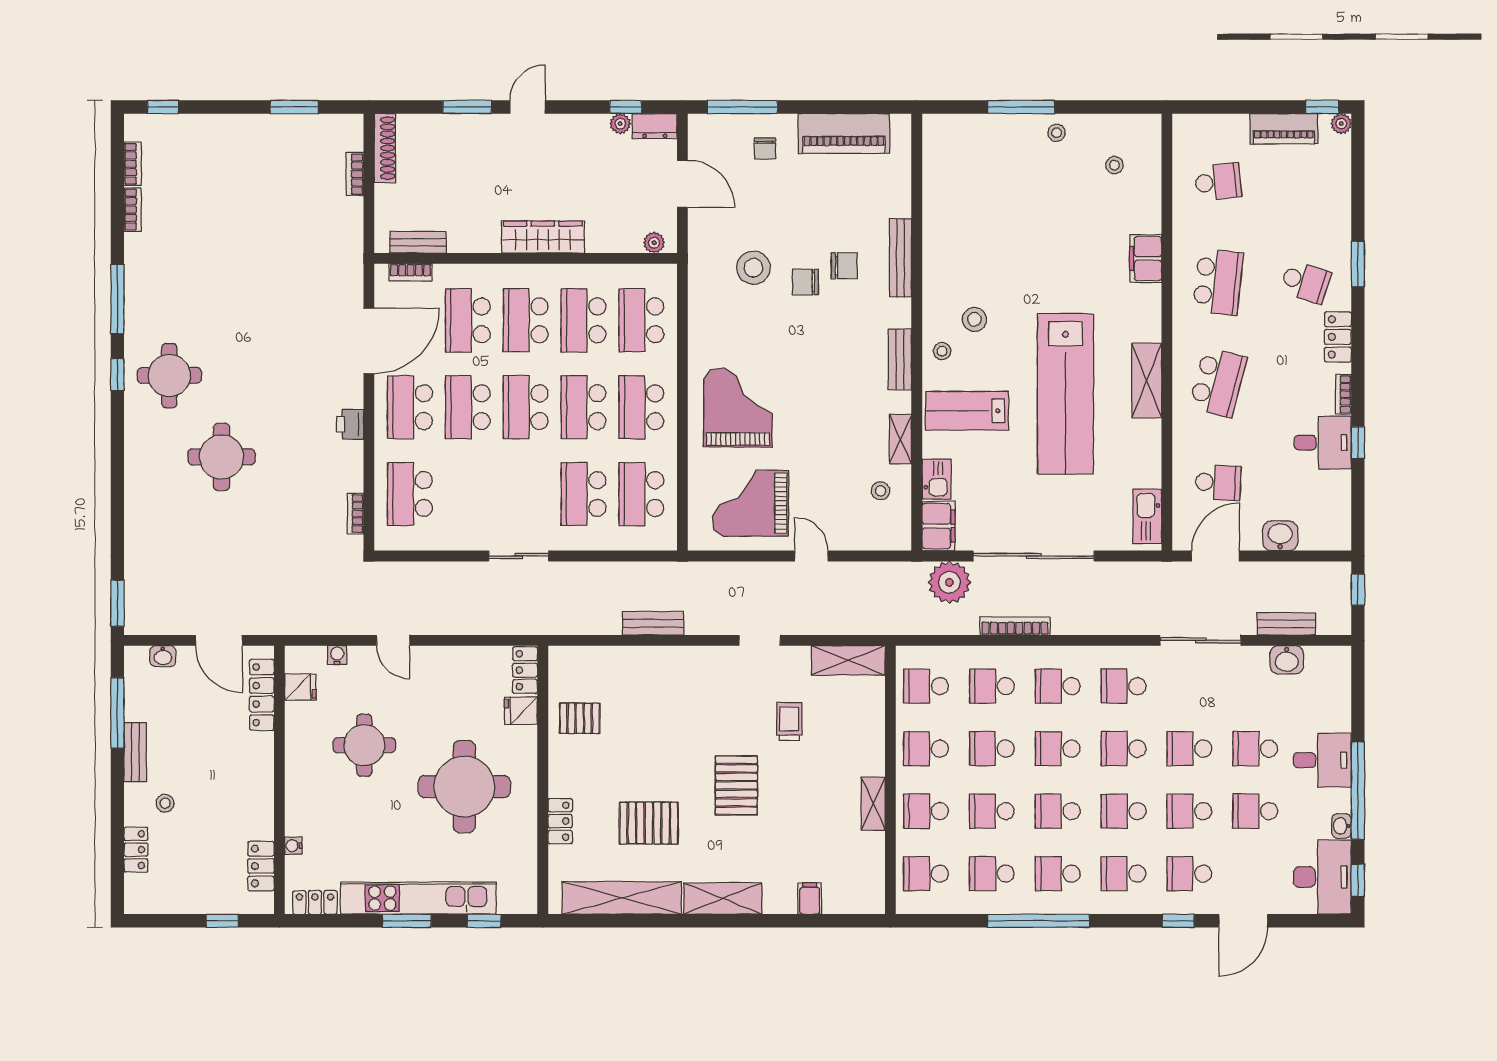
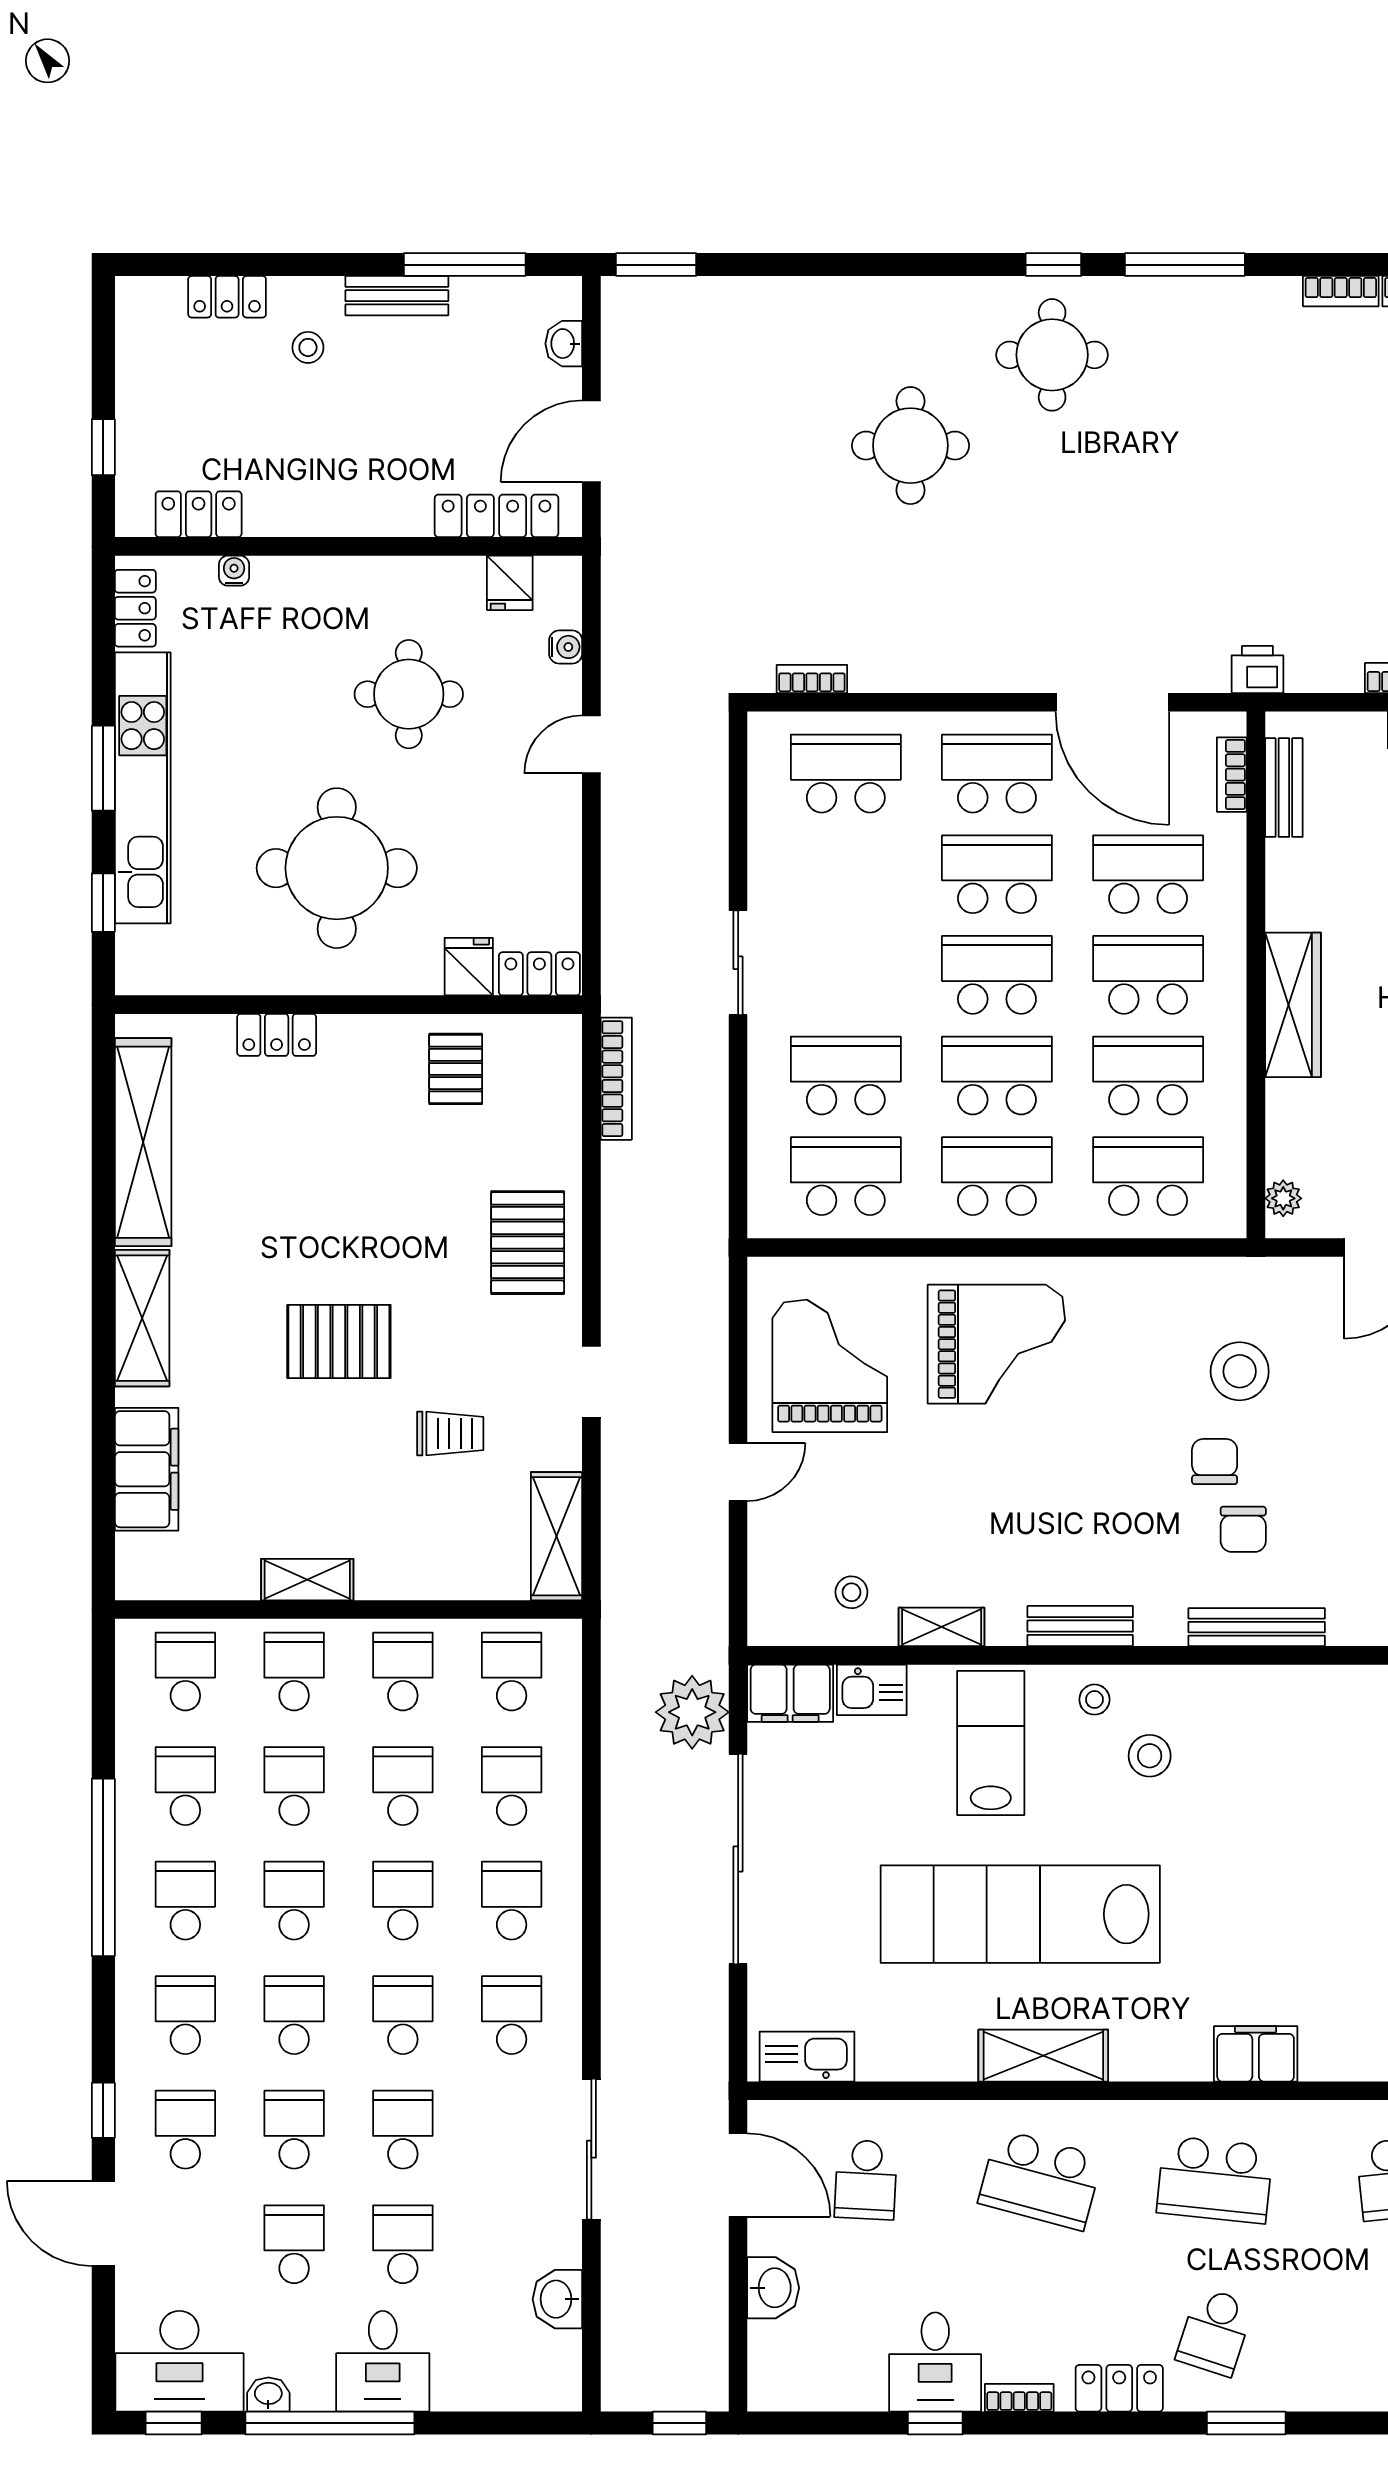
printer: (350, 424) -> (1257, 669), moved
bench: (653, 623) -> (621, 1197), removed
bench: (1286, 624) -> (620, 2299), removed
bookcase: (1015, 626) -> (616, 1079), moved
pallet: (649, 823) -> (528, 1243), moved
filing cabinet: (810, 899) -> (147, 1469), width x3.00, depth x1.17

